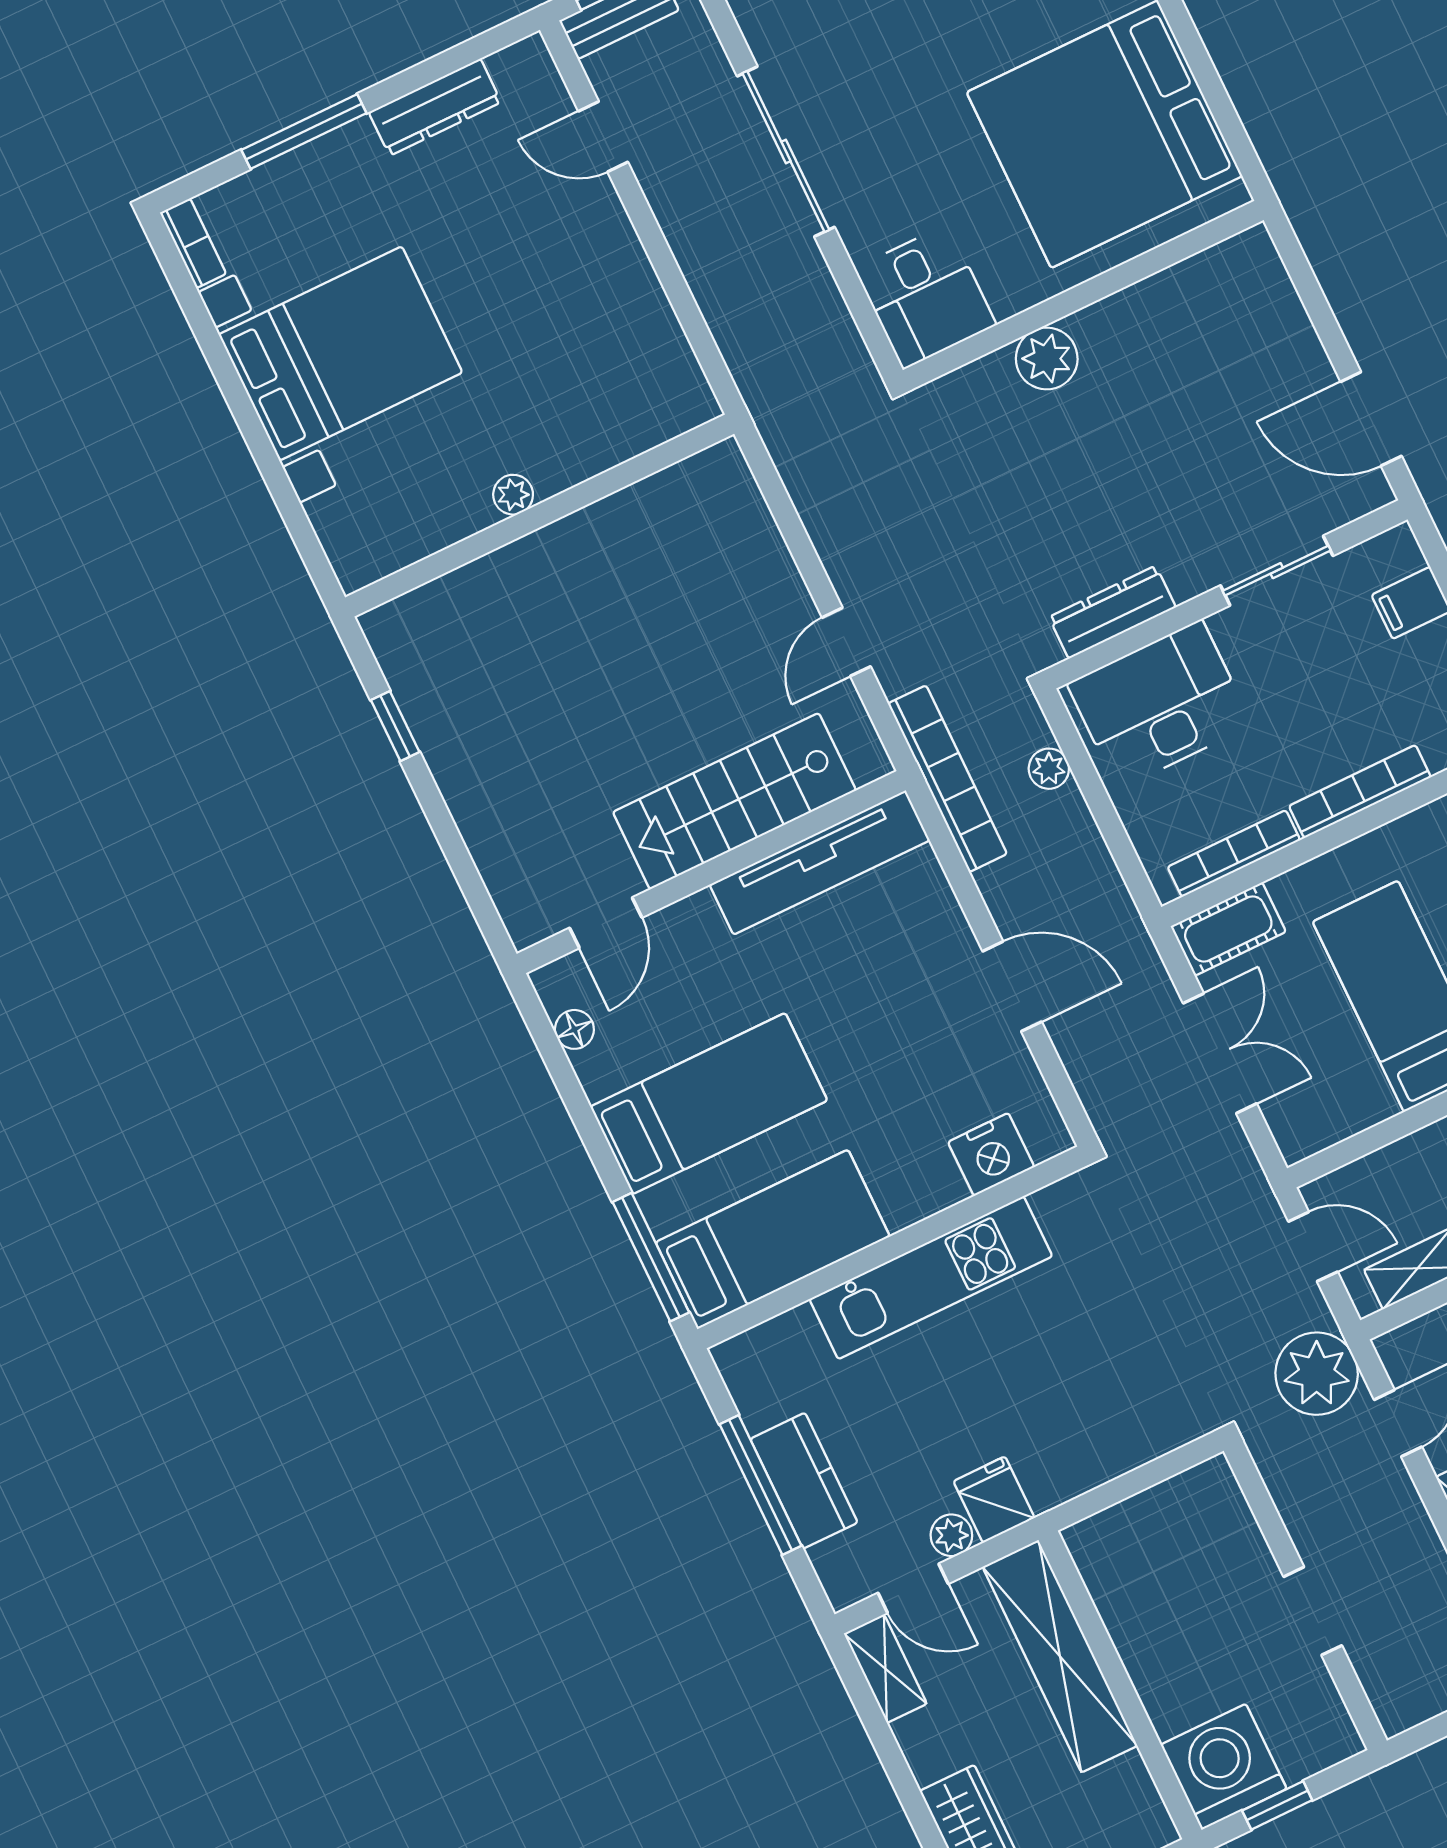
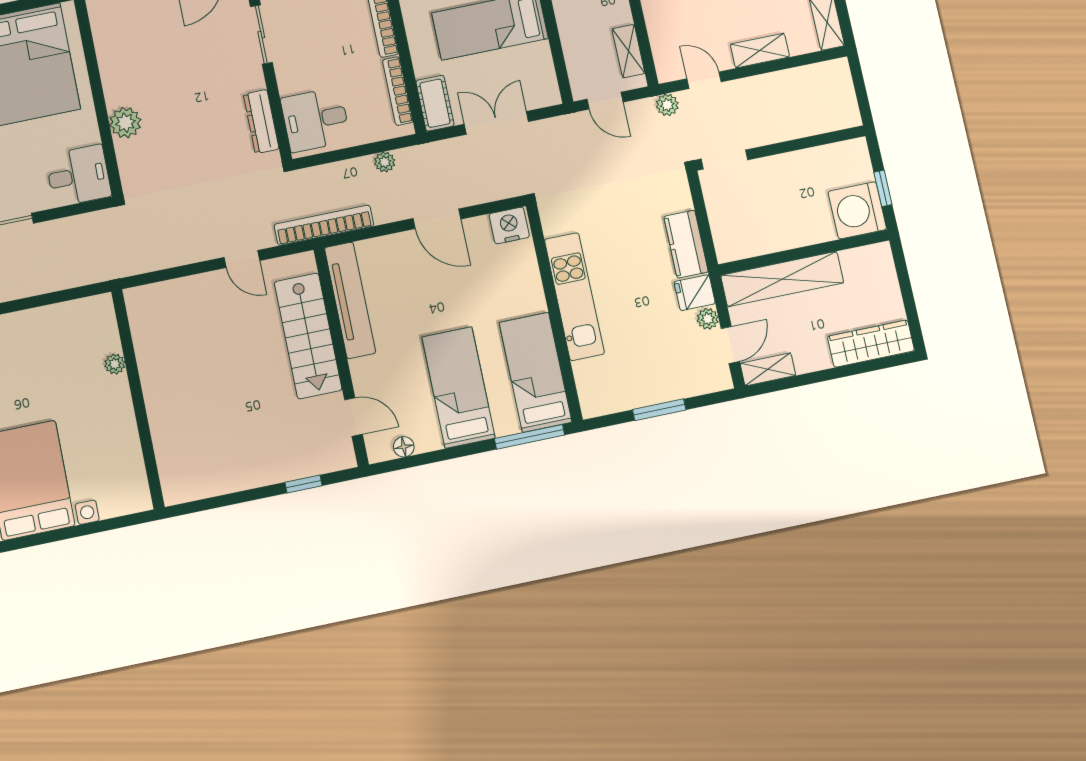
plant: (513, 495) -> (115, 364), moved
desk: (1160, 704) -> (316, 120), width x0.73
window: (395, 726) -> (303, 484), moved
plant: (1049, 769) -> (385, 162), moved
door: (1012, 986) -> (437, 219), swing flipped
nightstand: (991, 1154) -> (509, 225), moved, turned -90
door: (1313, 1247) -> (605, 101), swing flipped
plant: (1317, 1374) -> (667, 105), width x0.53, depth x0.53
kitchen counter: (804, 1481) -> (686, 244), moved, turned -90
window: (760, 1485) -> (659, 410), width x0.69
doorway: (1313, 1611) -> (725, 159), moved

